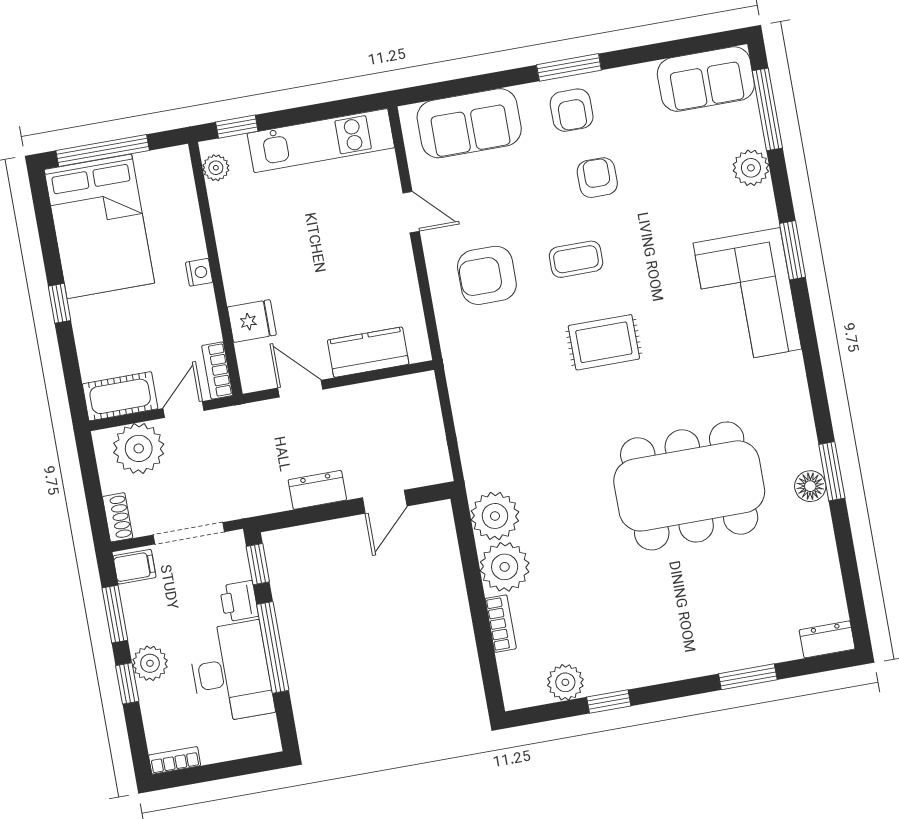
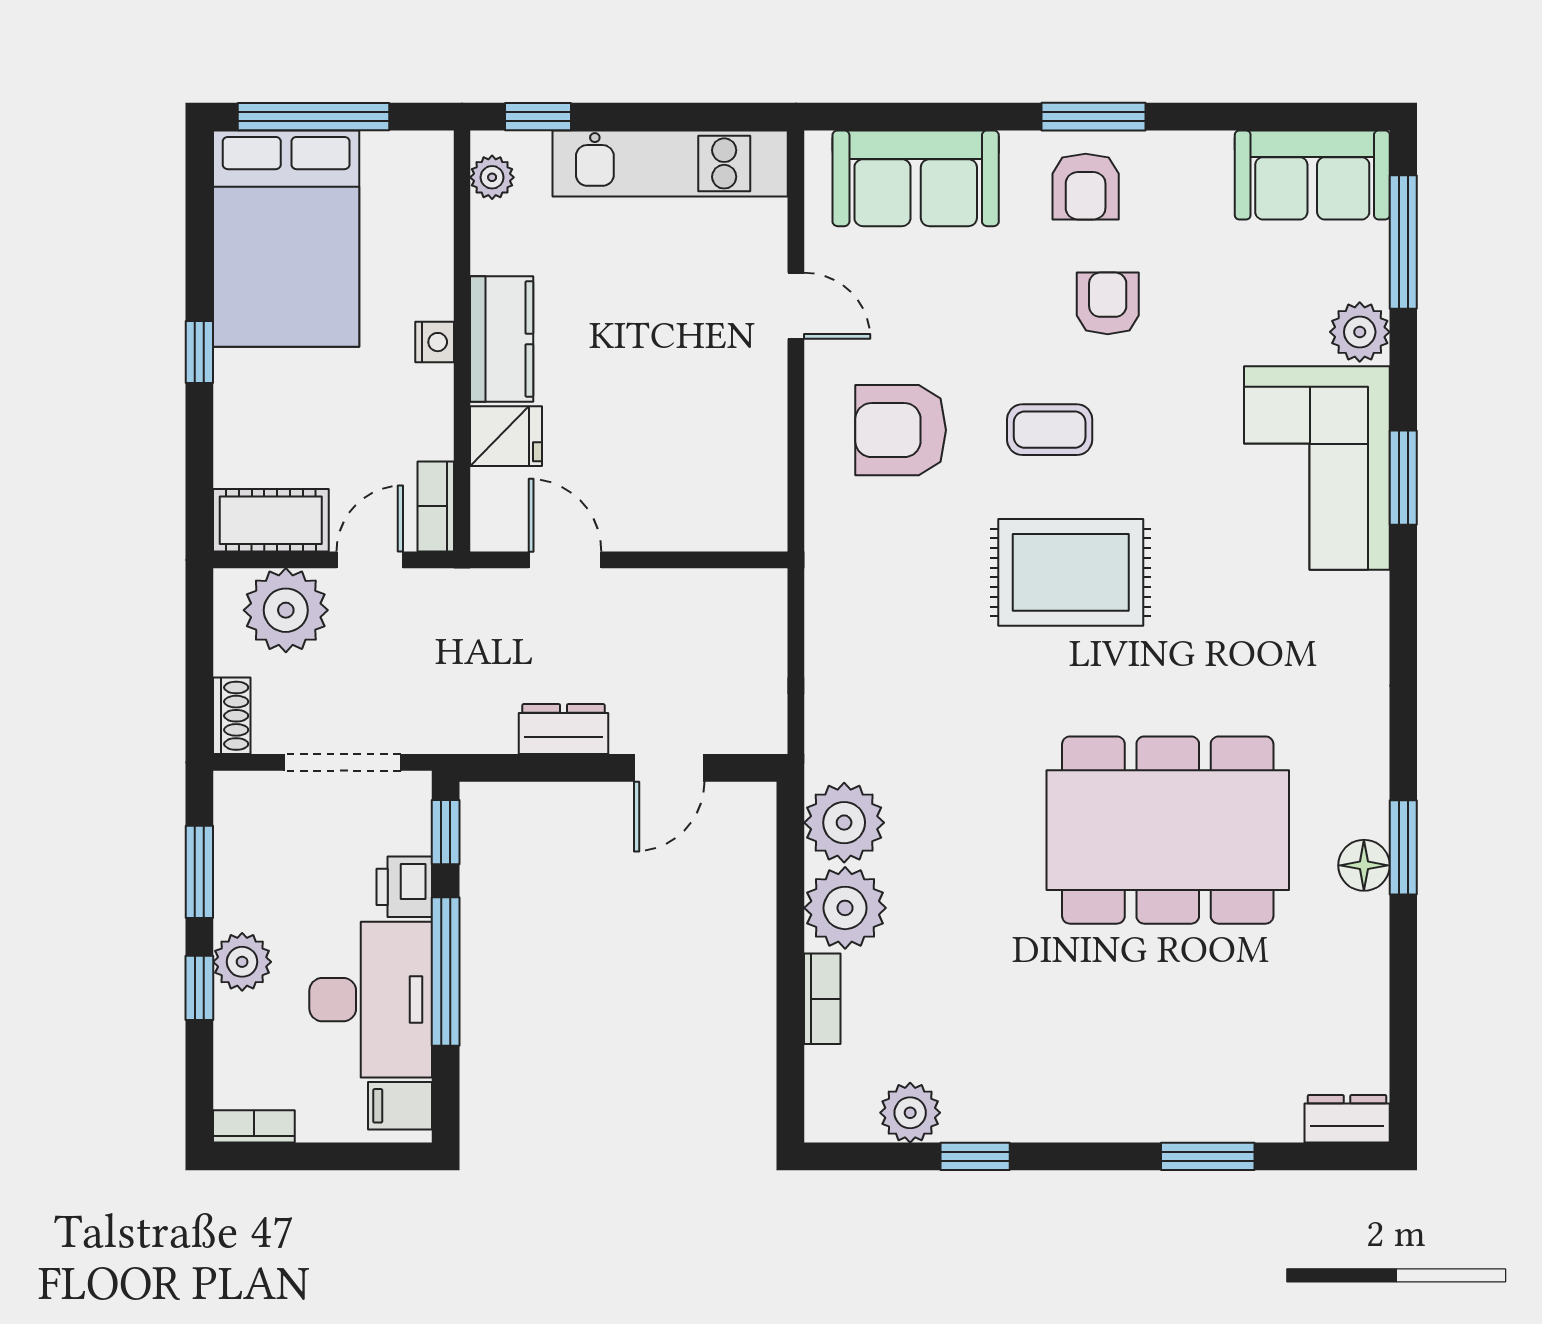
corner sofa: (747, 296) -> (1317, 468), moved
rug: (604, 342) -> (1071, 572), width x1.36, depth x1.43
kitchen counter: (368, 352) -> (502, 339), moved, turned 90
filing cabinet: (135, 567) -> (400, 1106), moved, turned 180

